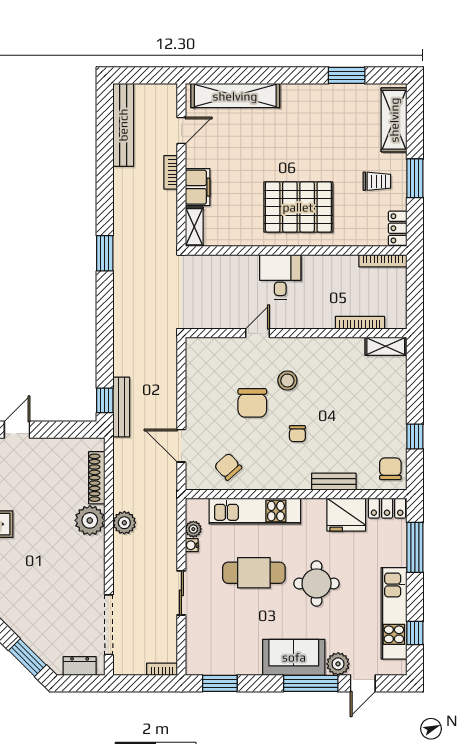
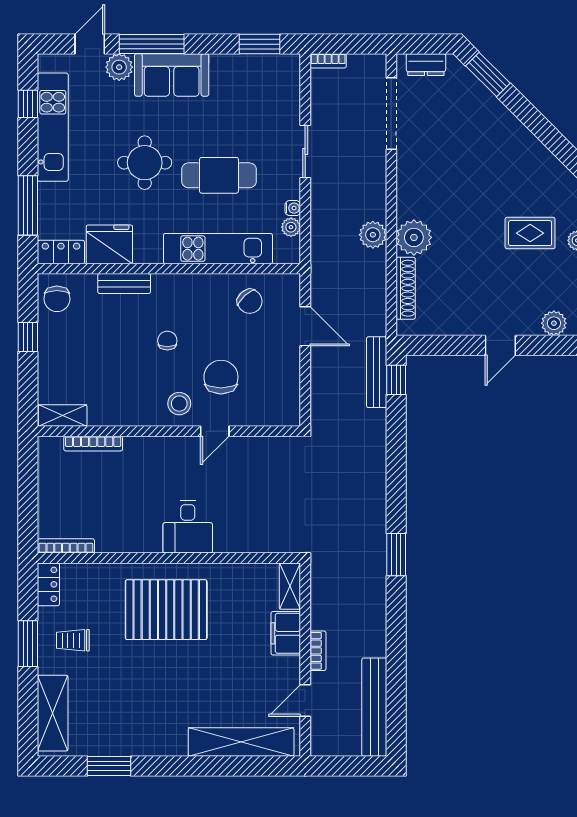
bookcase: (360, 323) -> (93, 444), moved
door: (257, 333) -> (215, 431), moved
wall: (296, 333) -> (169, 431), moved
shelving: (386, 346) -> (63, 416), moved

